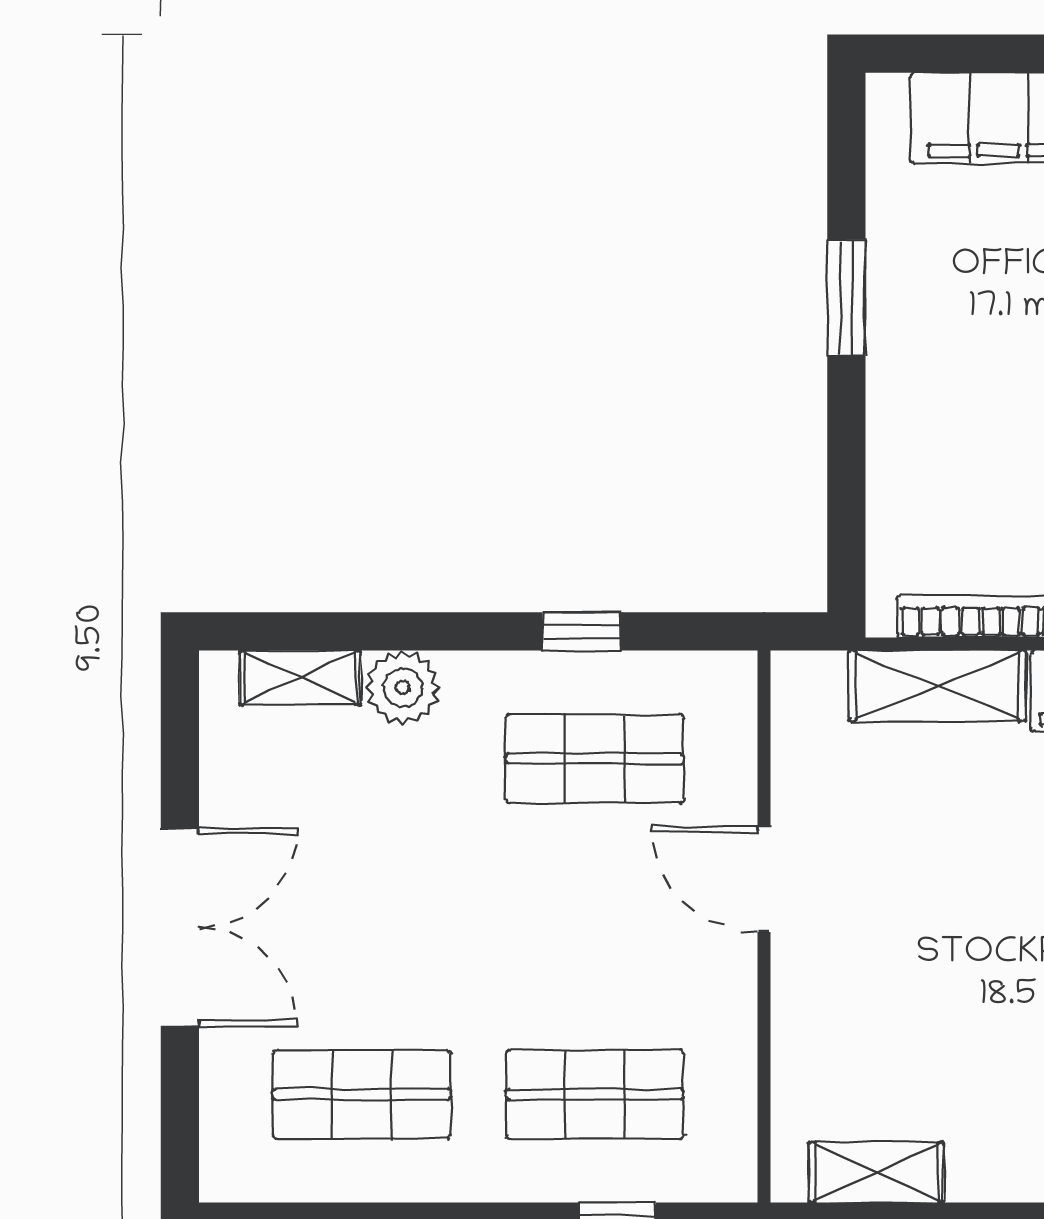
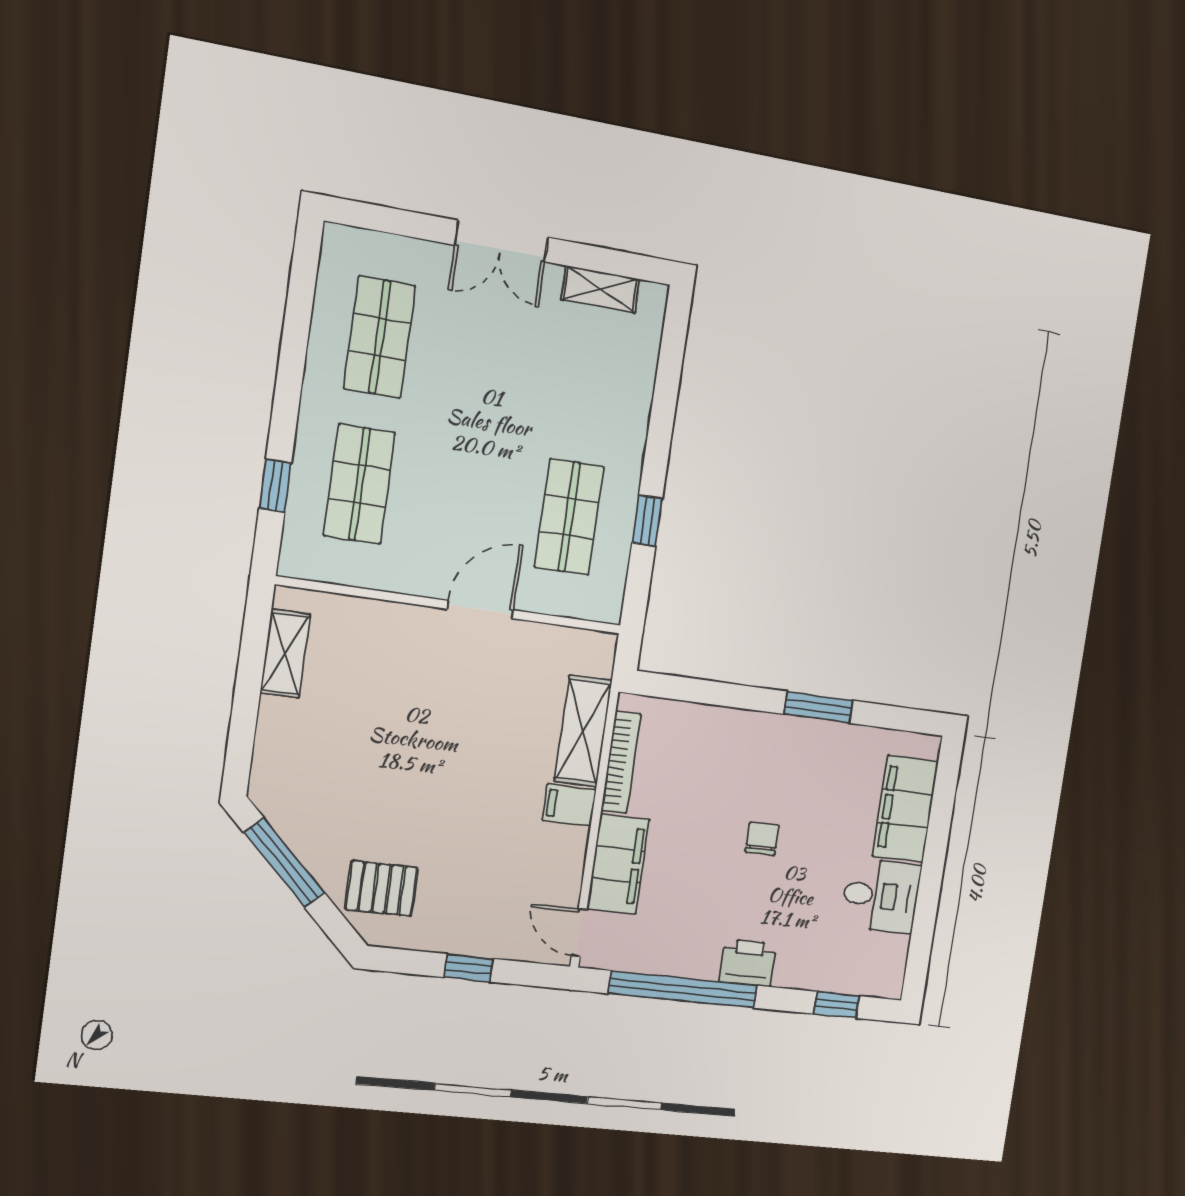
shelving: (300, 678) -> (600, 289), moved, turned 90
plant: (403, 687) -> (629, 406), removed
double door: (180, 927) -> (502, 241), width x0.73

